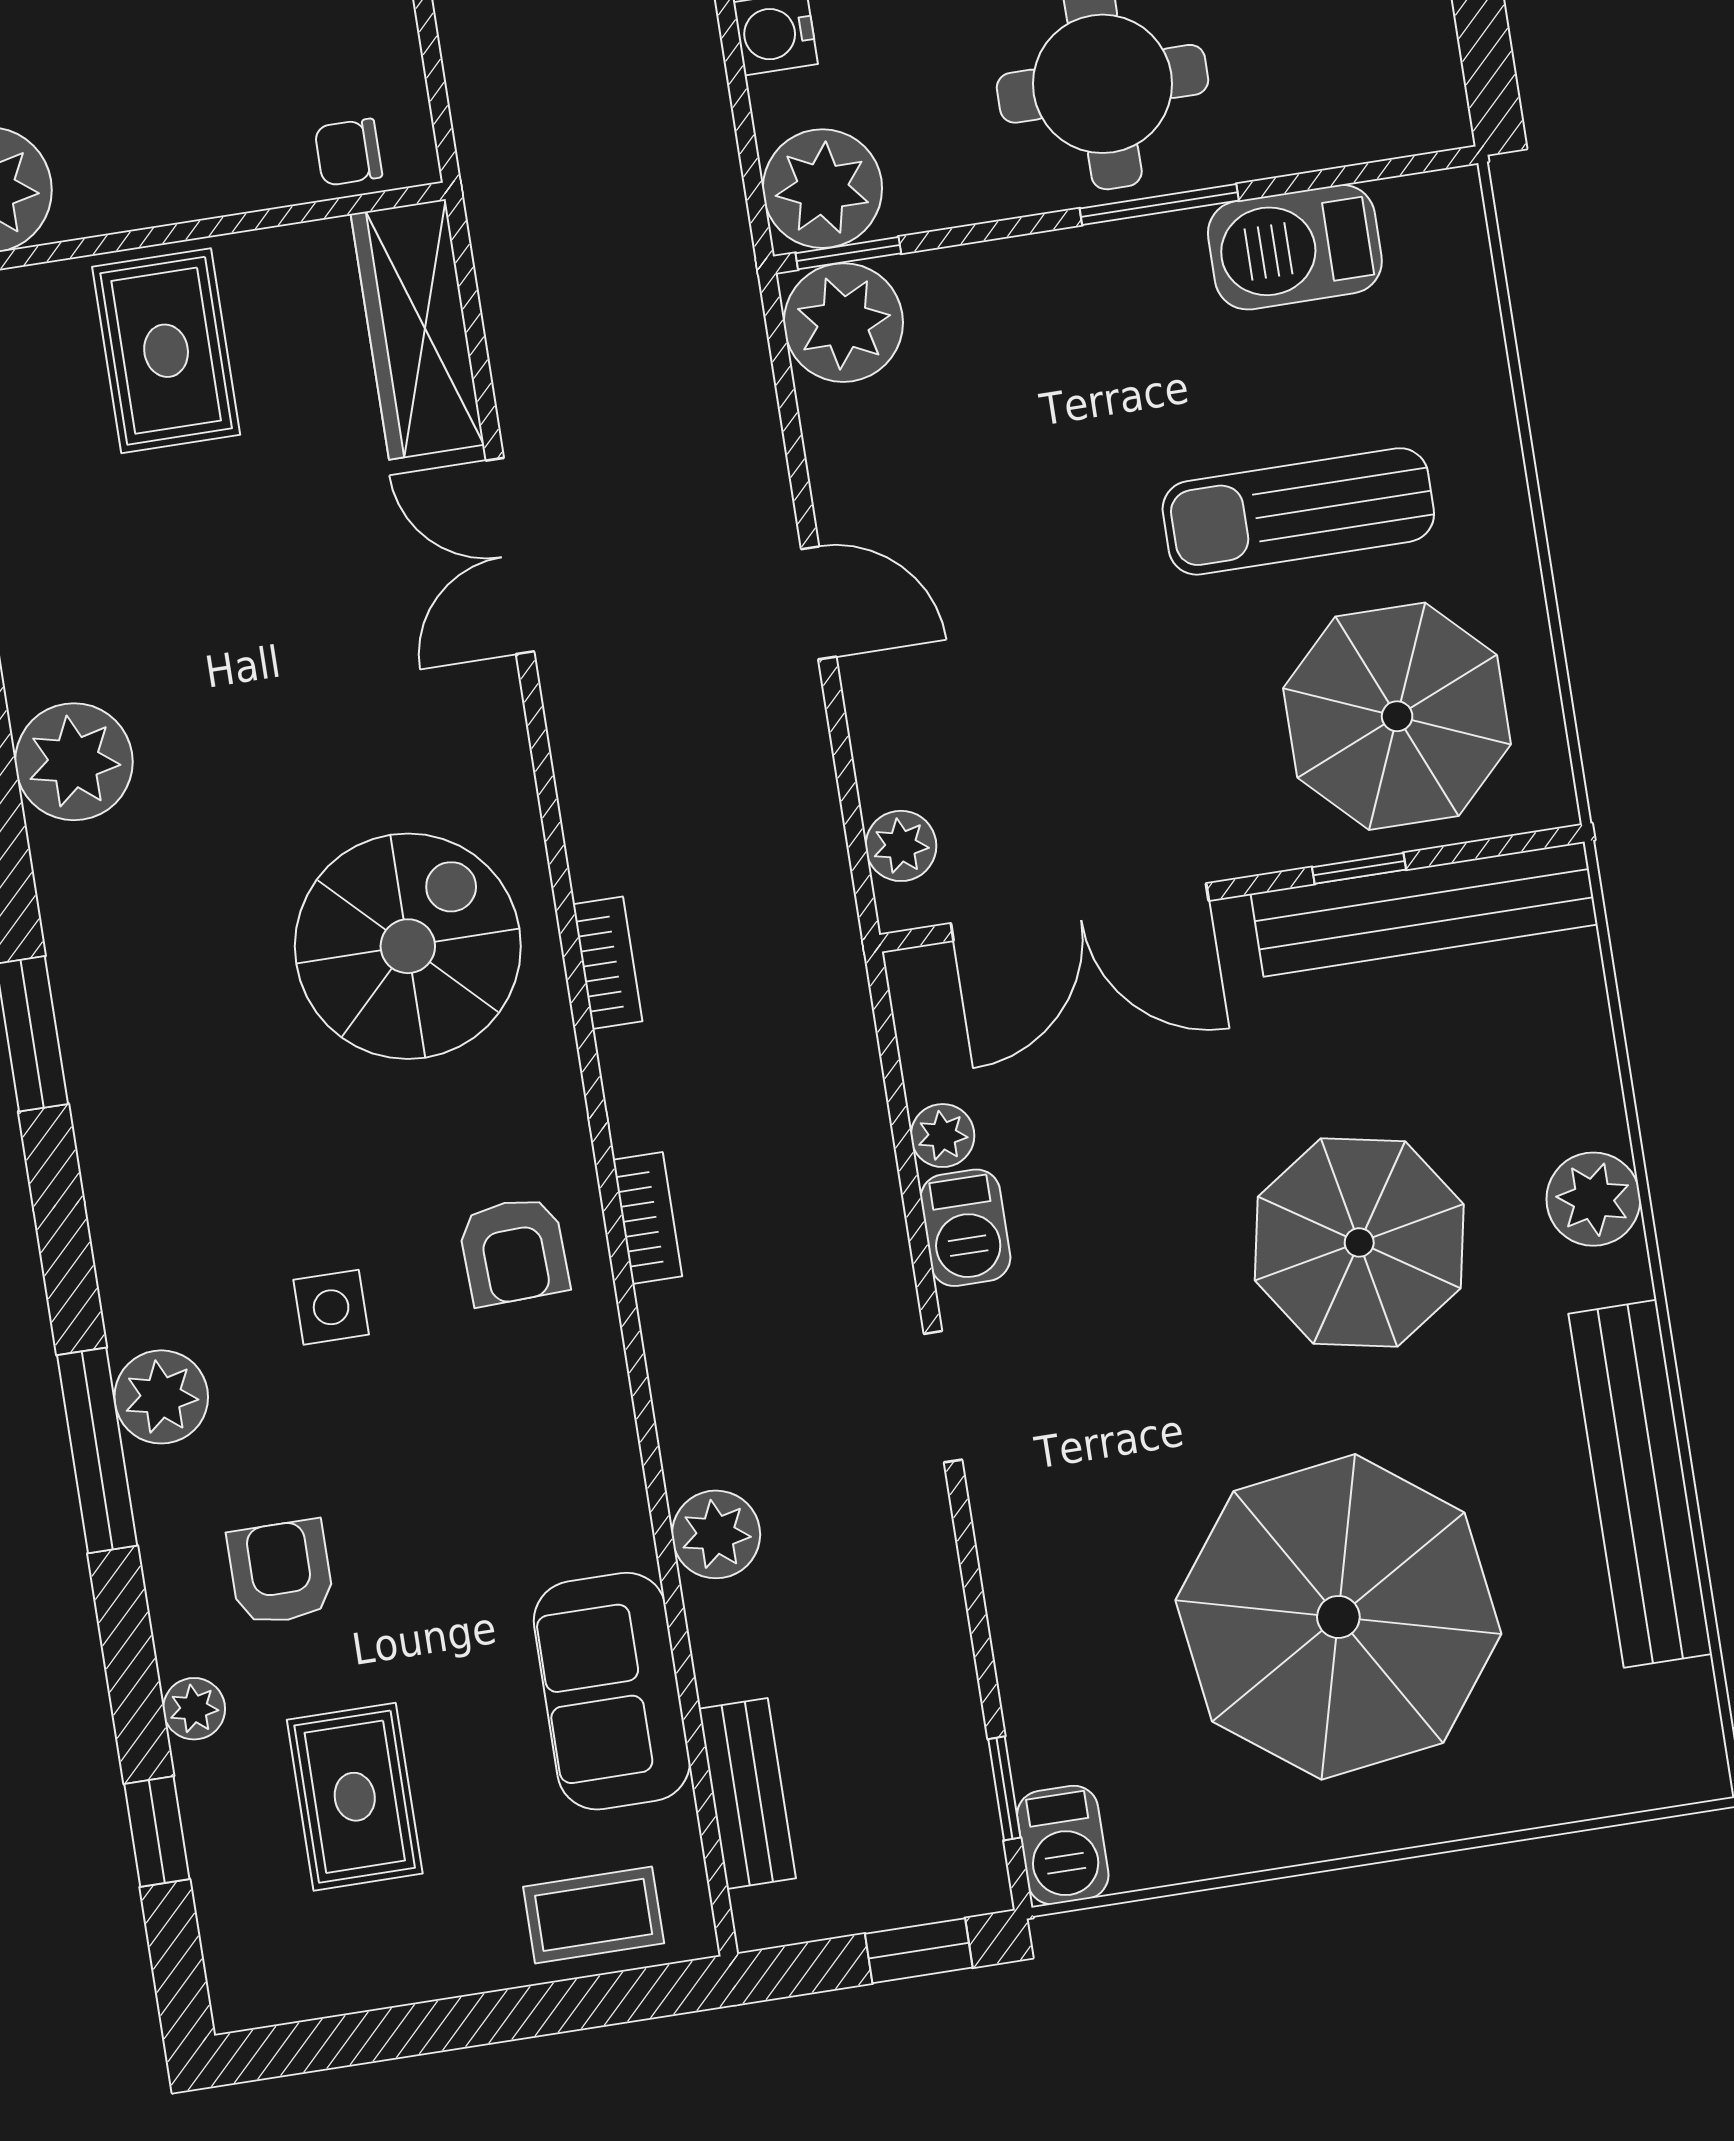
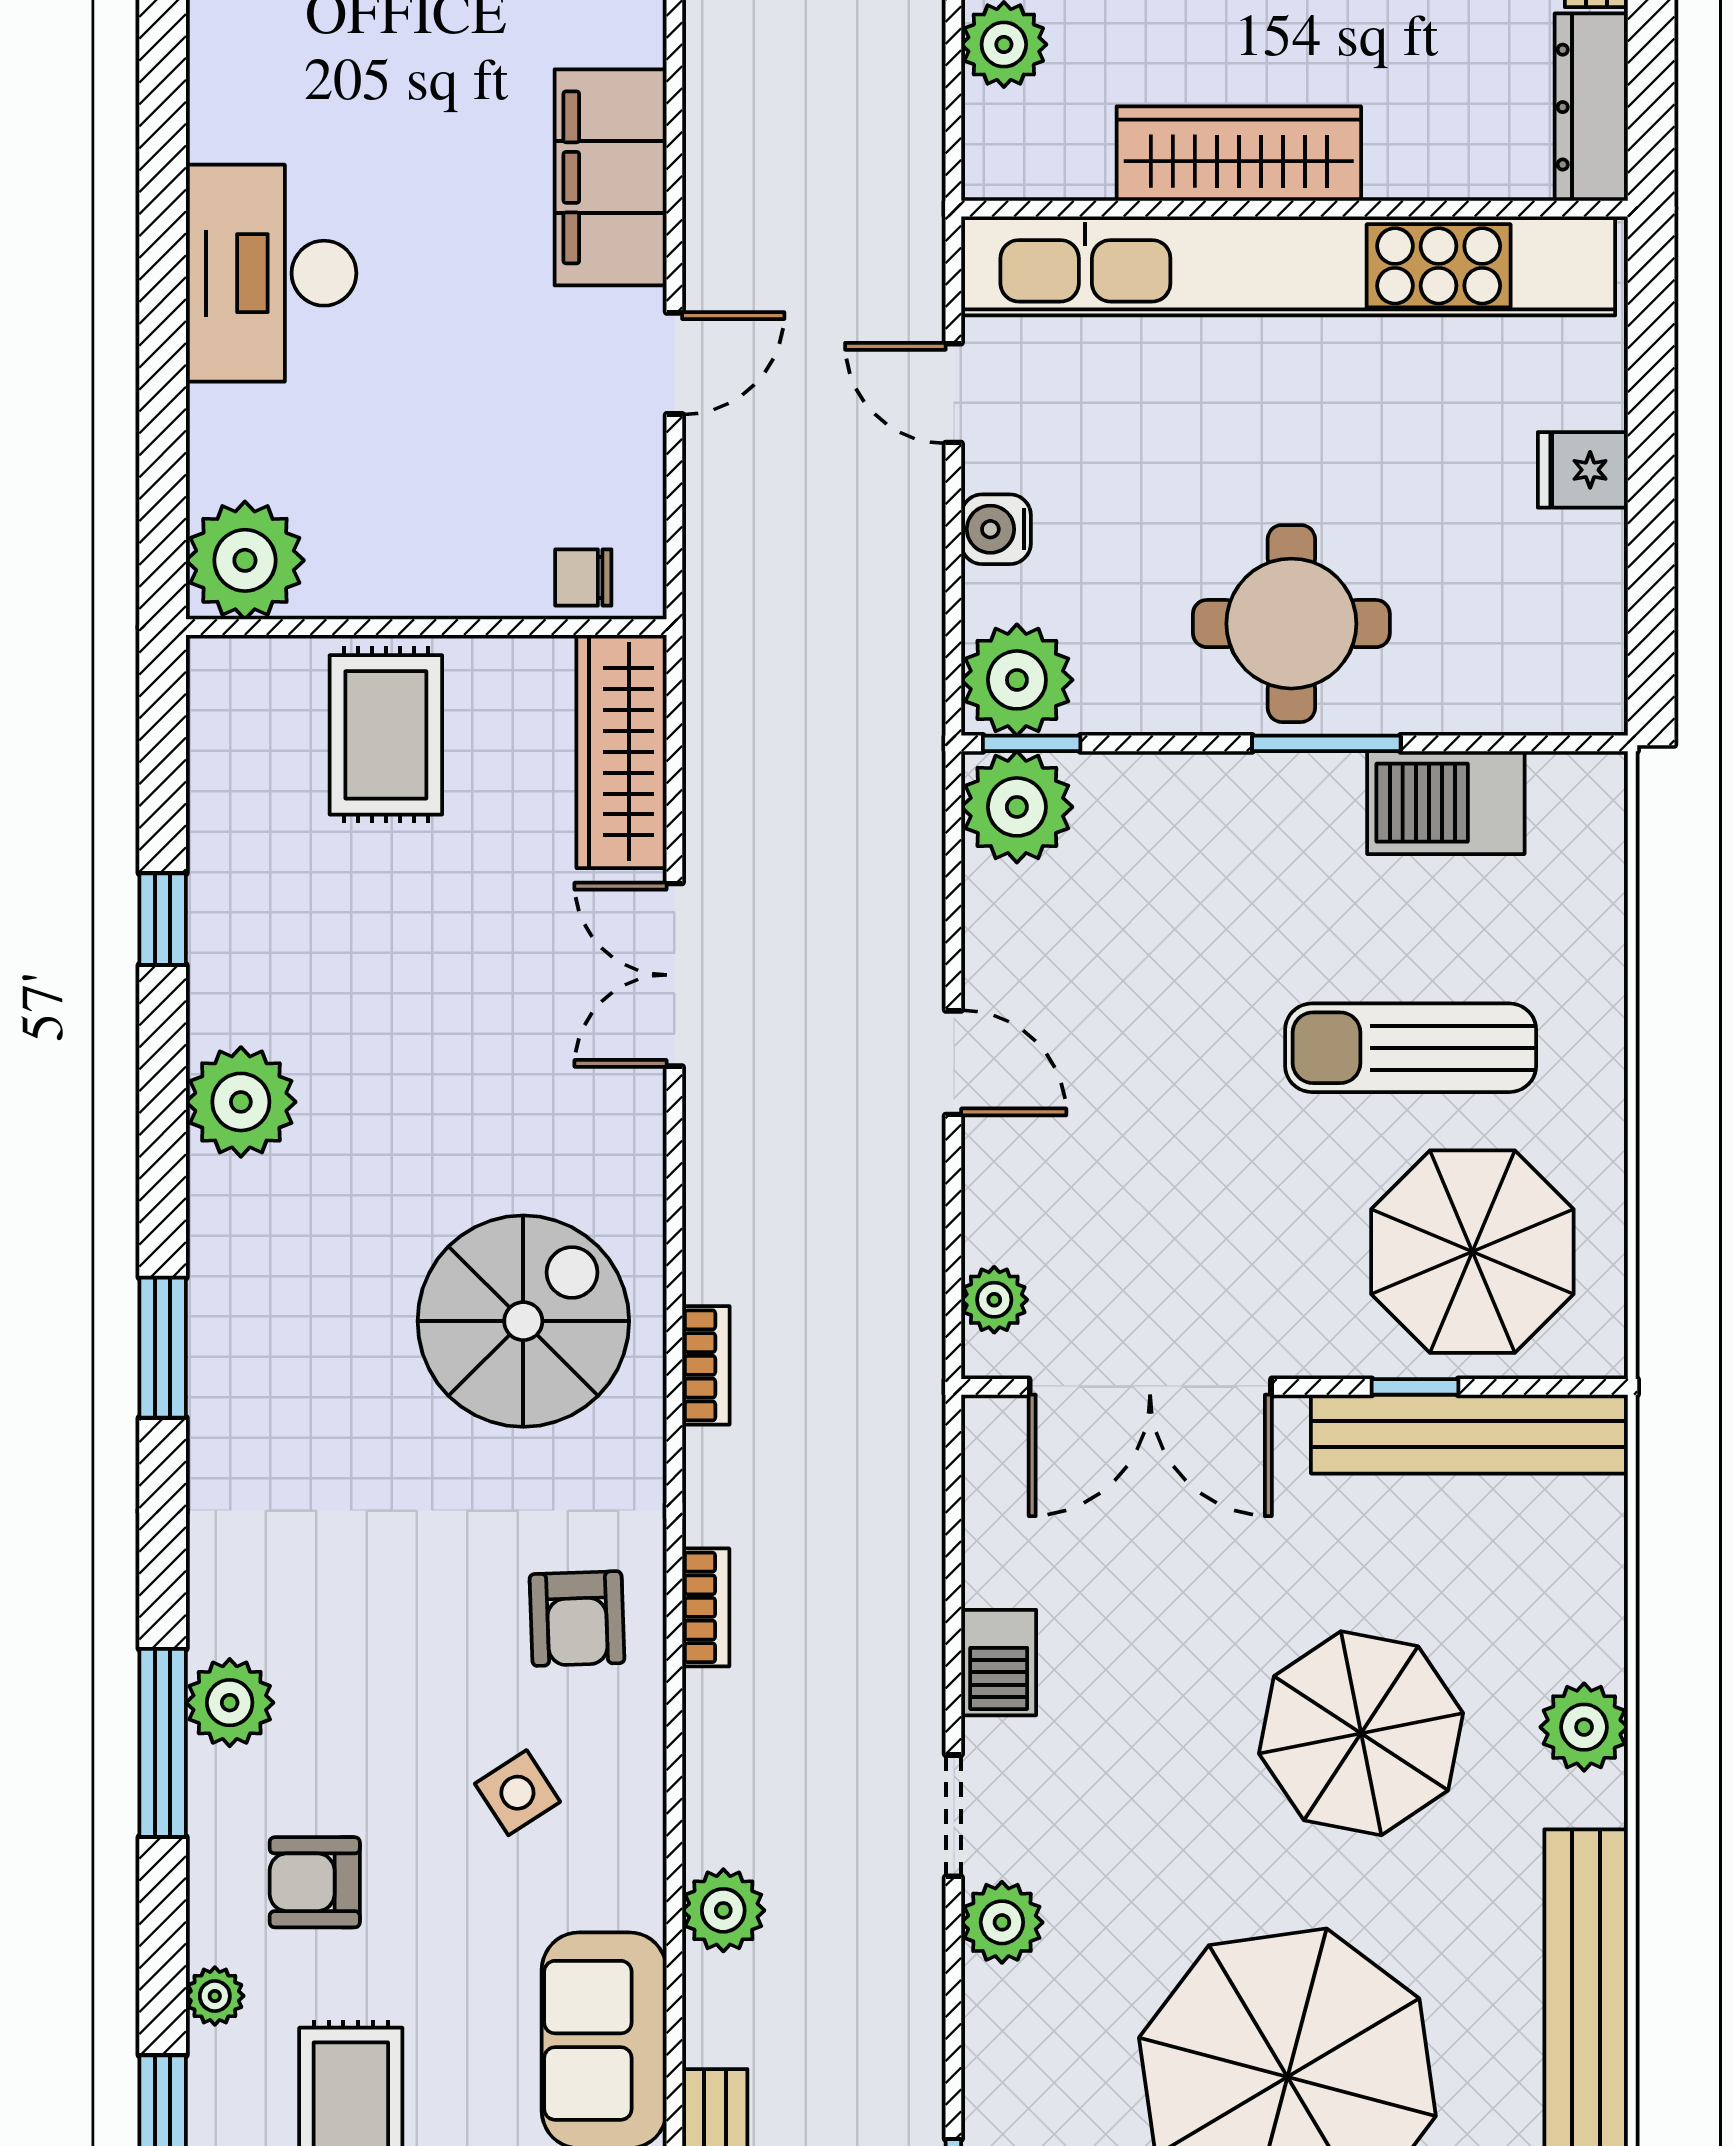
plant: (943, 1136) -> (1002, 1922), moved, width x1.38, depth x1.38
side table: (331, 1307) -> (517, 1793), moved, turned -33
armchair: (281, 1572) -> (315, 1882), turned -90

